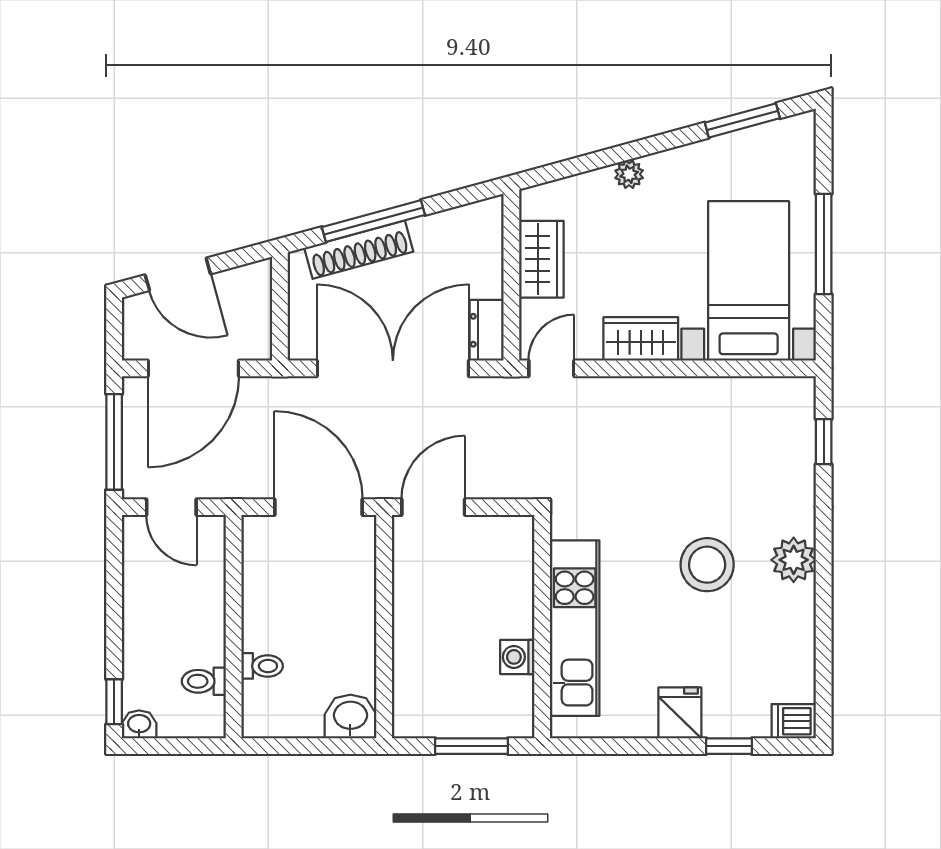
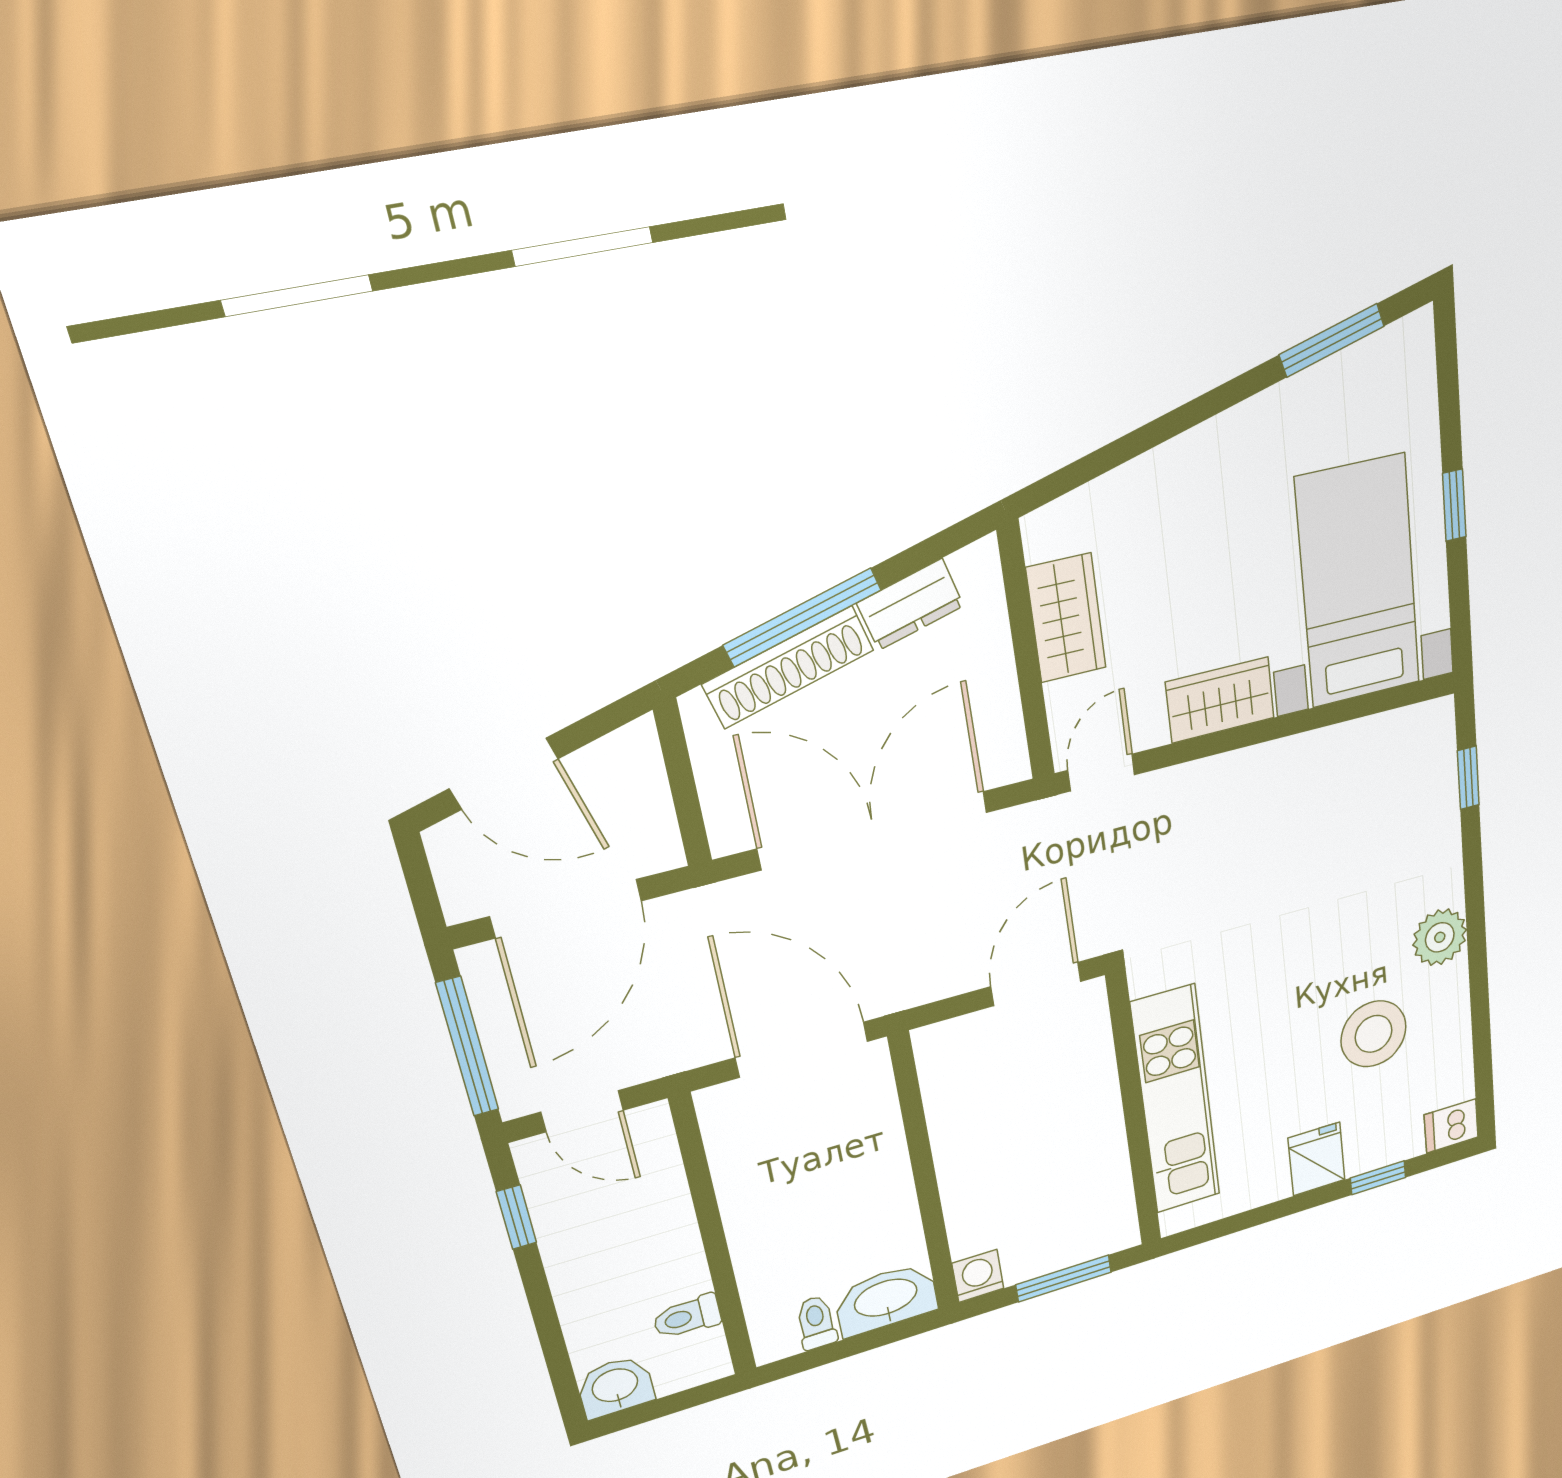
plant: (629, 174) -> (1178, 459), removed
window: (824, 244) -> (1454, 505), width x0.46
dresser: (487, 330) -> (910, 605), moved, turned -105
door: (433, 507) -> (1036, 984), moved
stool: (707, 565) -> (1374, 1034), moved
washing machine: (517, 657) -> (978, 1276), moved, turned 90
toilet: (262, 666) -> (816, 1323), moved, turned -90
window: (114, 702) -> (516, 1217), moved
washbasin: (350, 717) -> (886, 1299), width x1.38
washbasin: (139, 724) -> (615, 1387), width x1.38, depth x1.45

